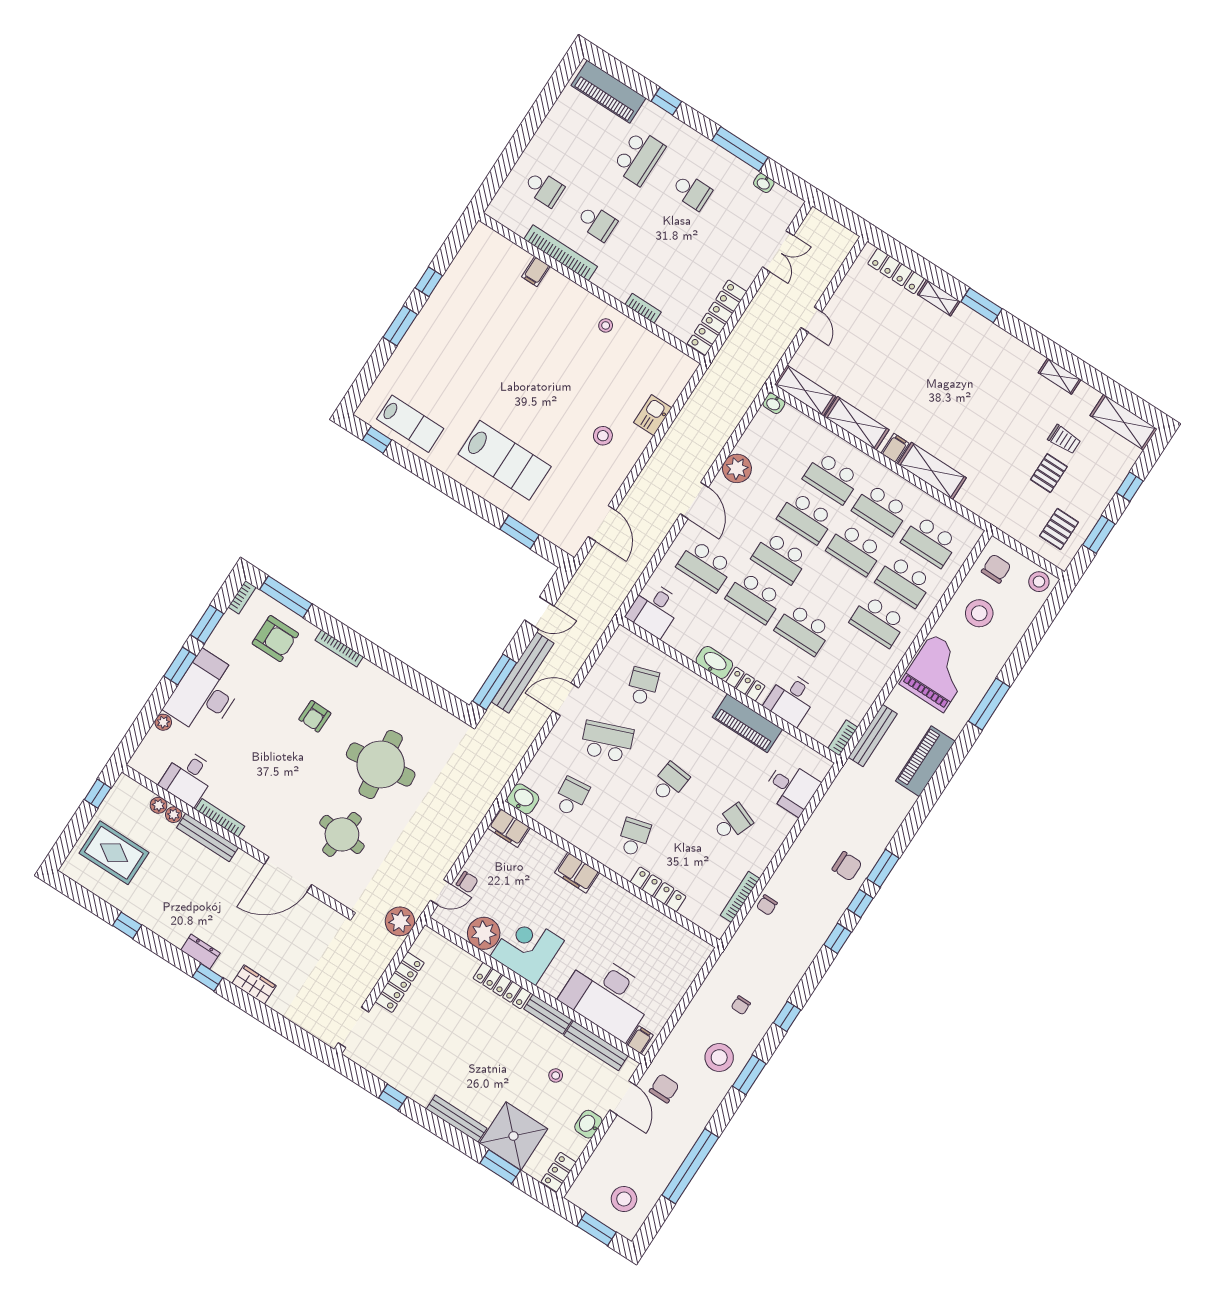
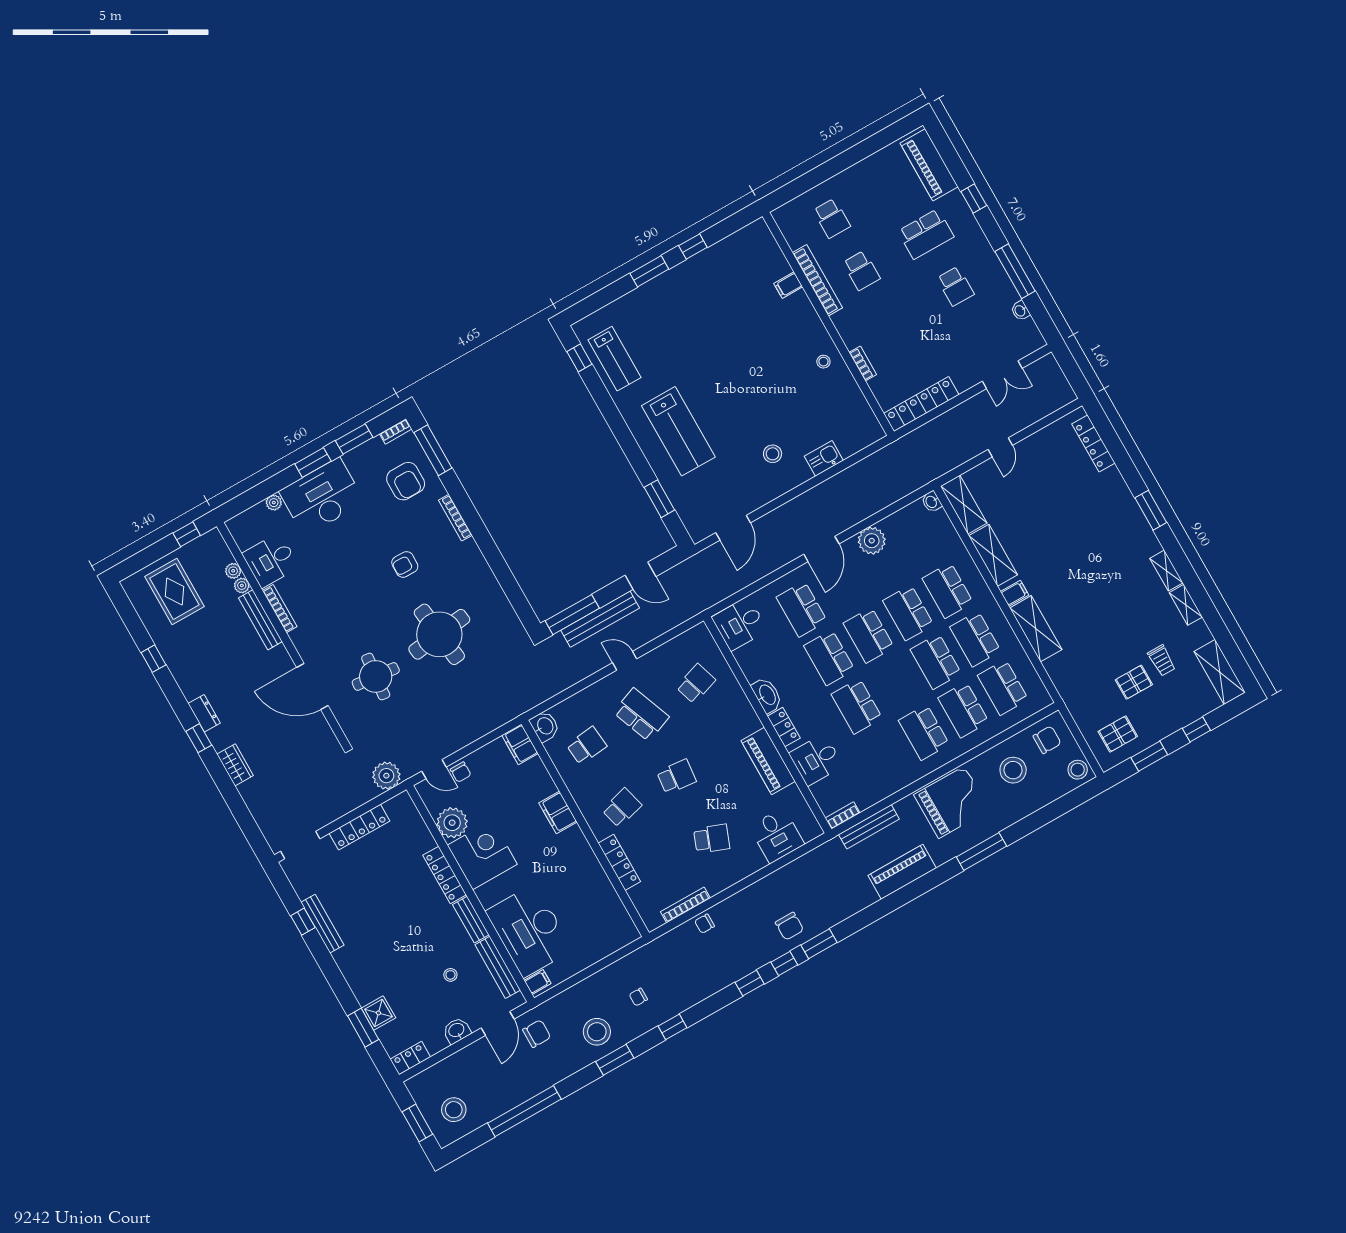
shelving: (939, 298) -> (1166, 571), moved
door: (566, 699) -> (625, 661), width x0.73
bench: (457, 1119) -> (322, 924), moved
shower: (513, 1136) -> (378, 1013), width x0.54, depth x0.54

